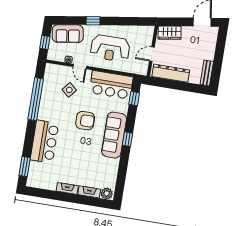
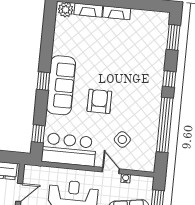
armchair: (85, 121) -> (99, 101), turned 90
window: (30, 134) -> (169, 79), added
bar counter: (44, 142) -> (150, 71), removed

